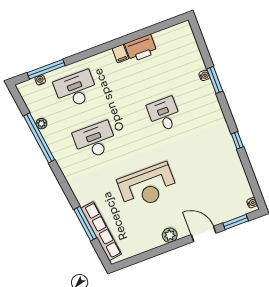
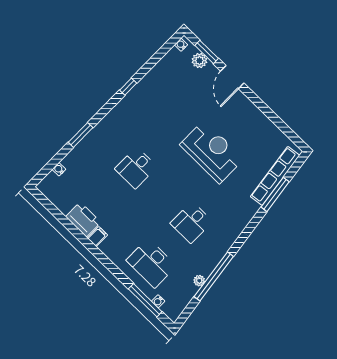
water cooler: (204, 75) -> (59, 169), moved
desk: (95, 140) -> (191, 222), width x0.73
plant: (170, 235) -> (199, 61), moved

